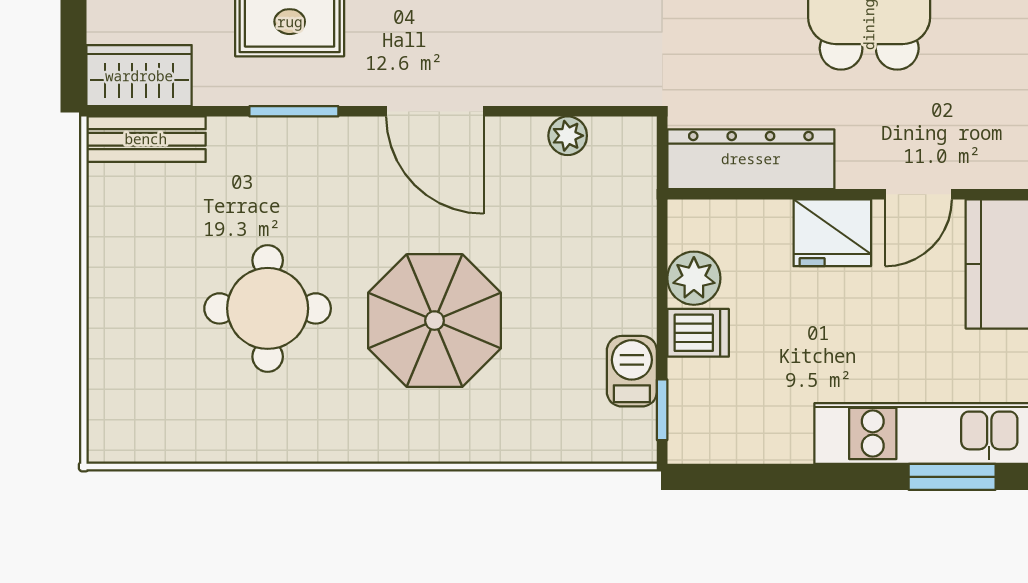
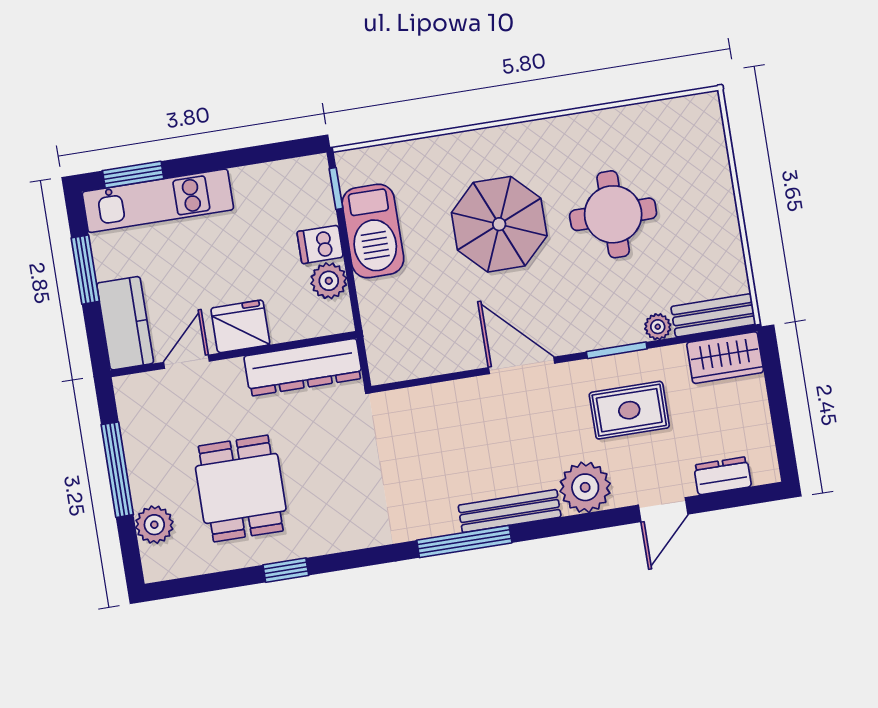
plant: (568, 136) -> (658, 327), moved
barbecue: (632, 371) -> (373, 231), width x1.88, depth x1.53

